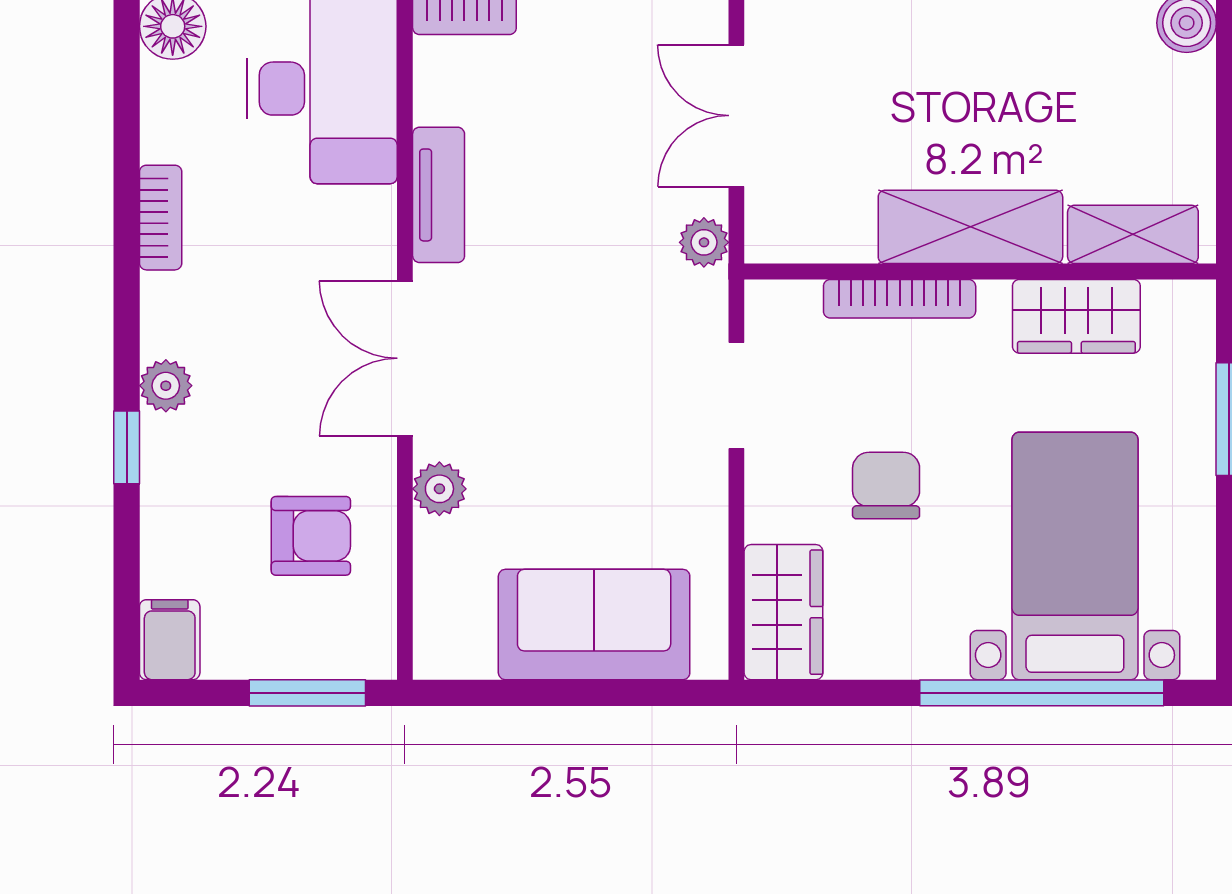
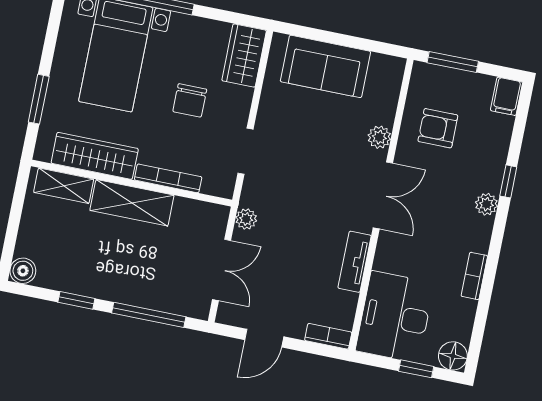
wardrobe: (1076, 316) -> (95, 156), width x1.50

